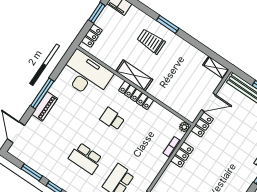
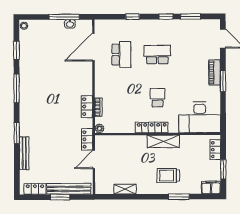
window: (168, 24) -> (179, 197), moved
trolley: (151, 41) -> (168, 176), turned 180
shelving: (216, 67) -> (125, 189), moved
window: (42, 93) -> (223, 81), width x0.69
school desk: (112, 119) -> (157, 98), turned -90

